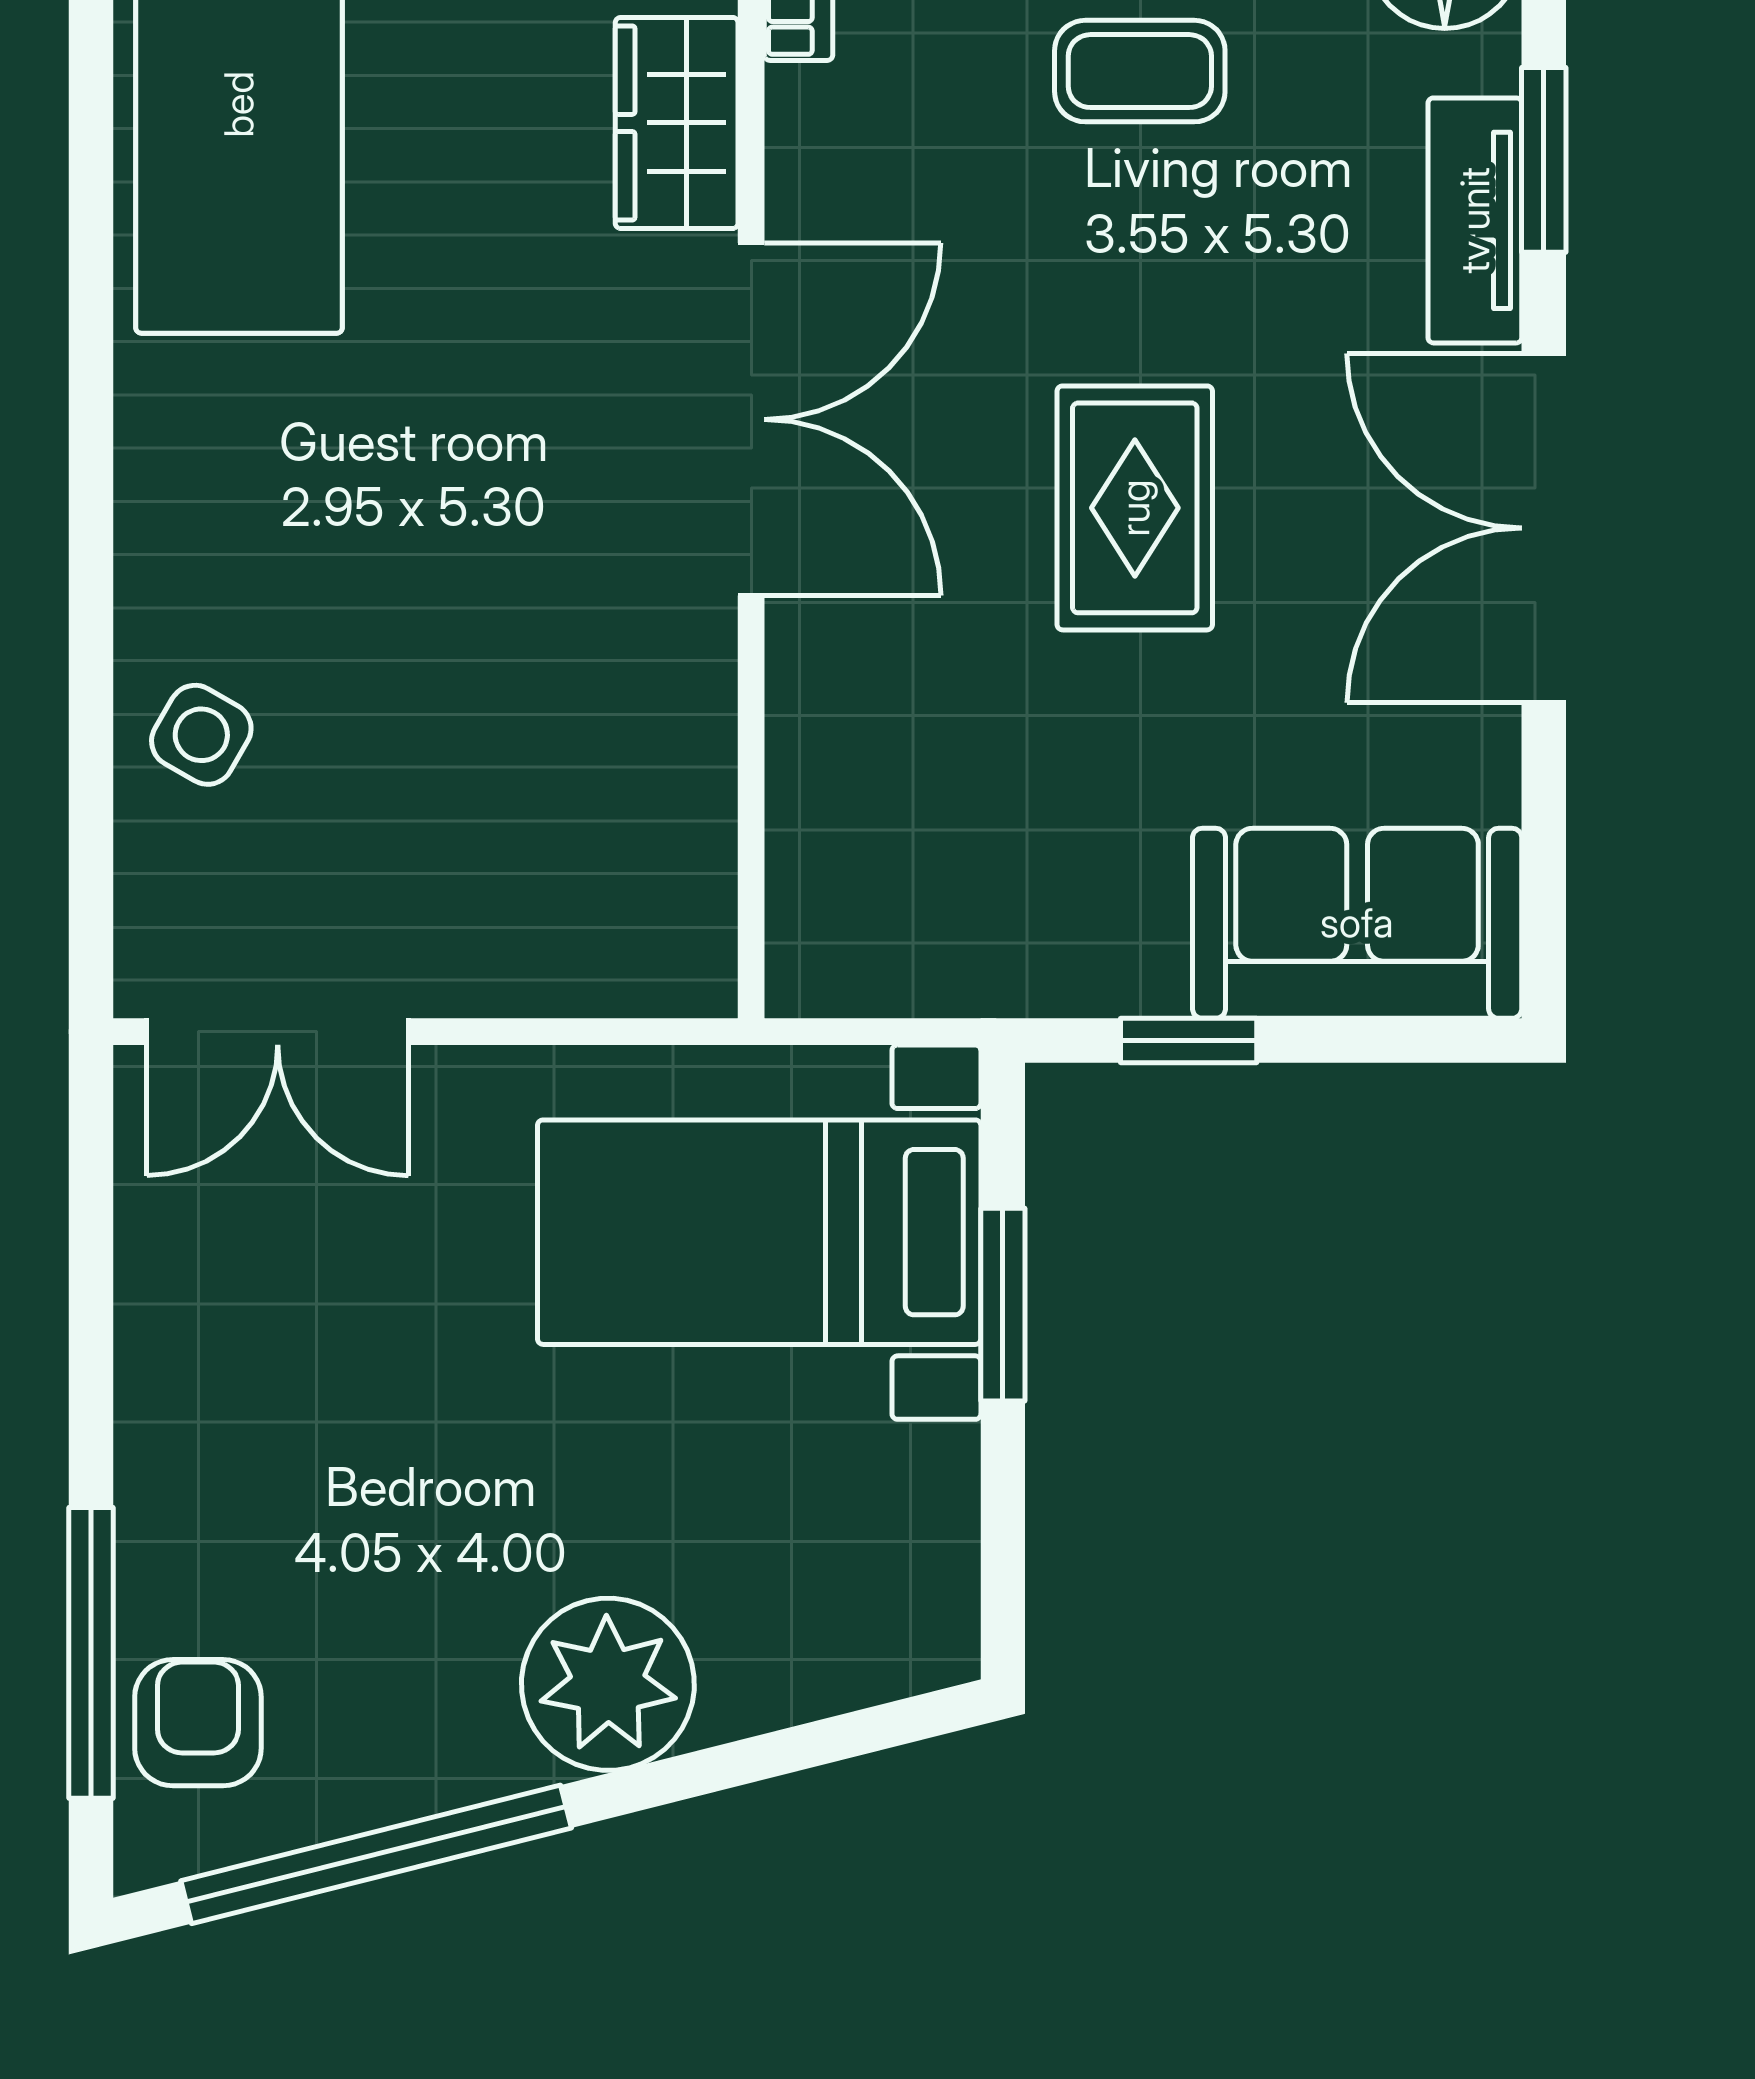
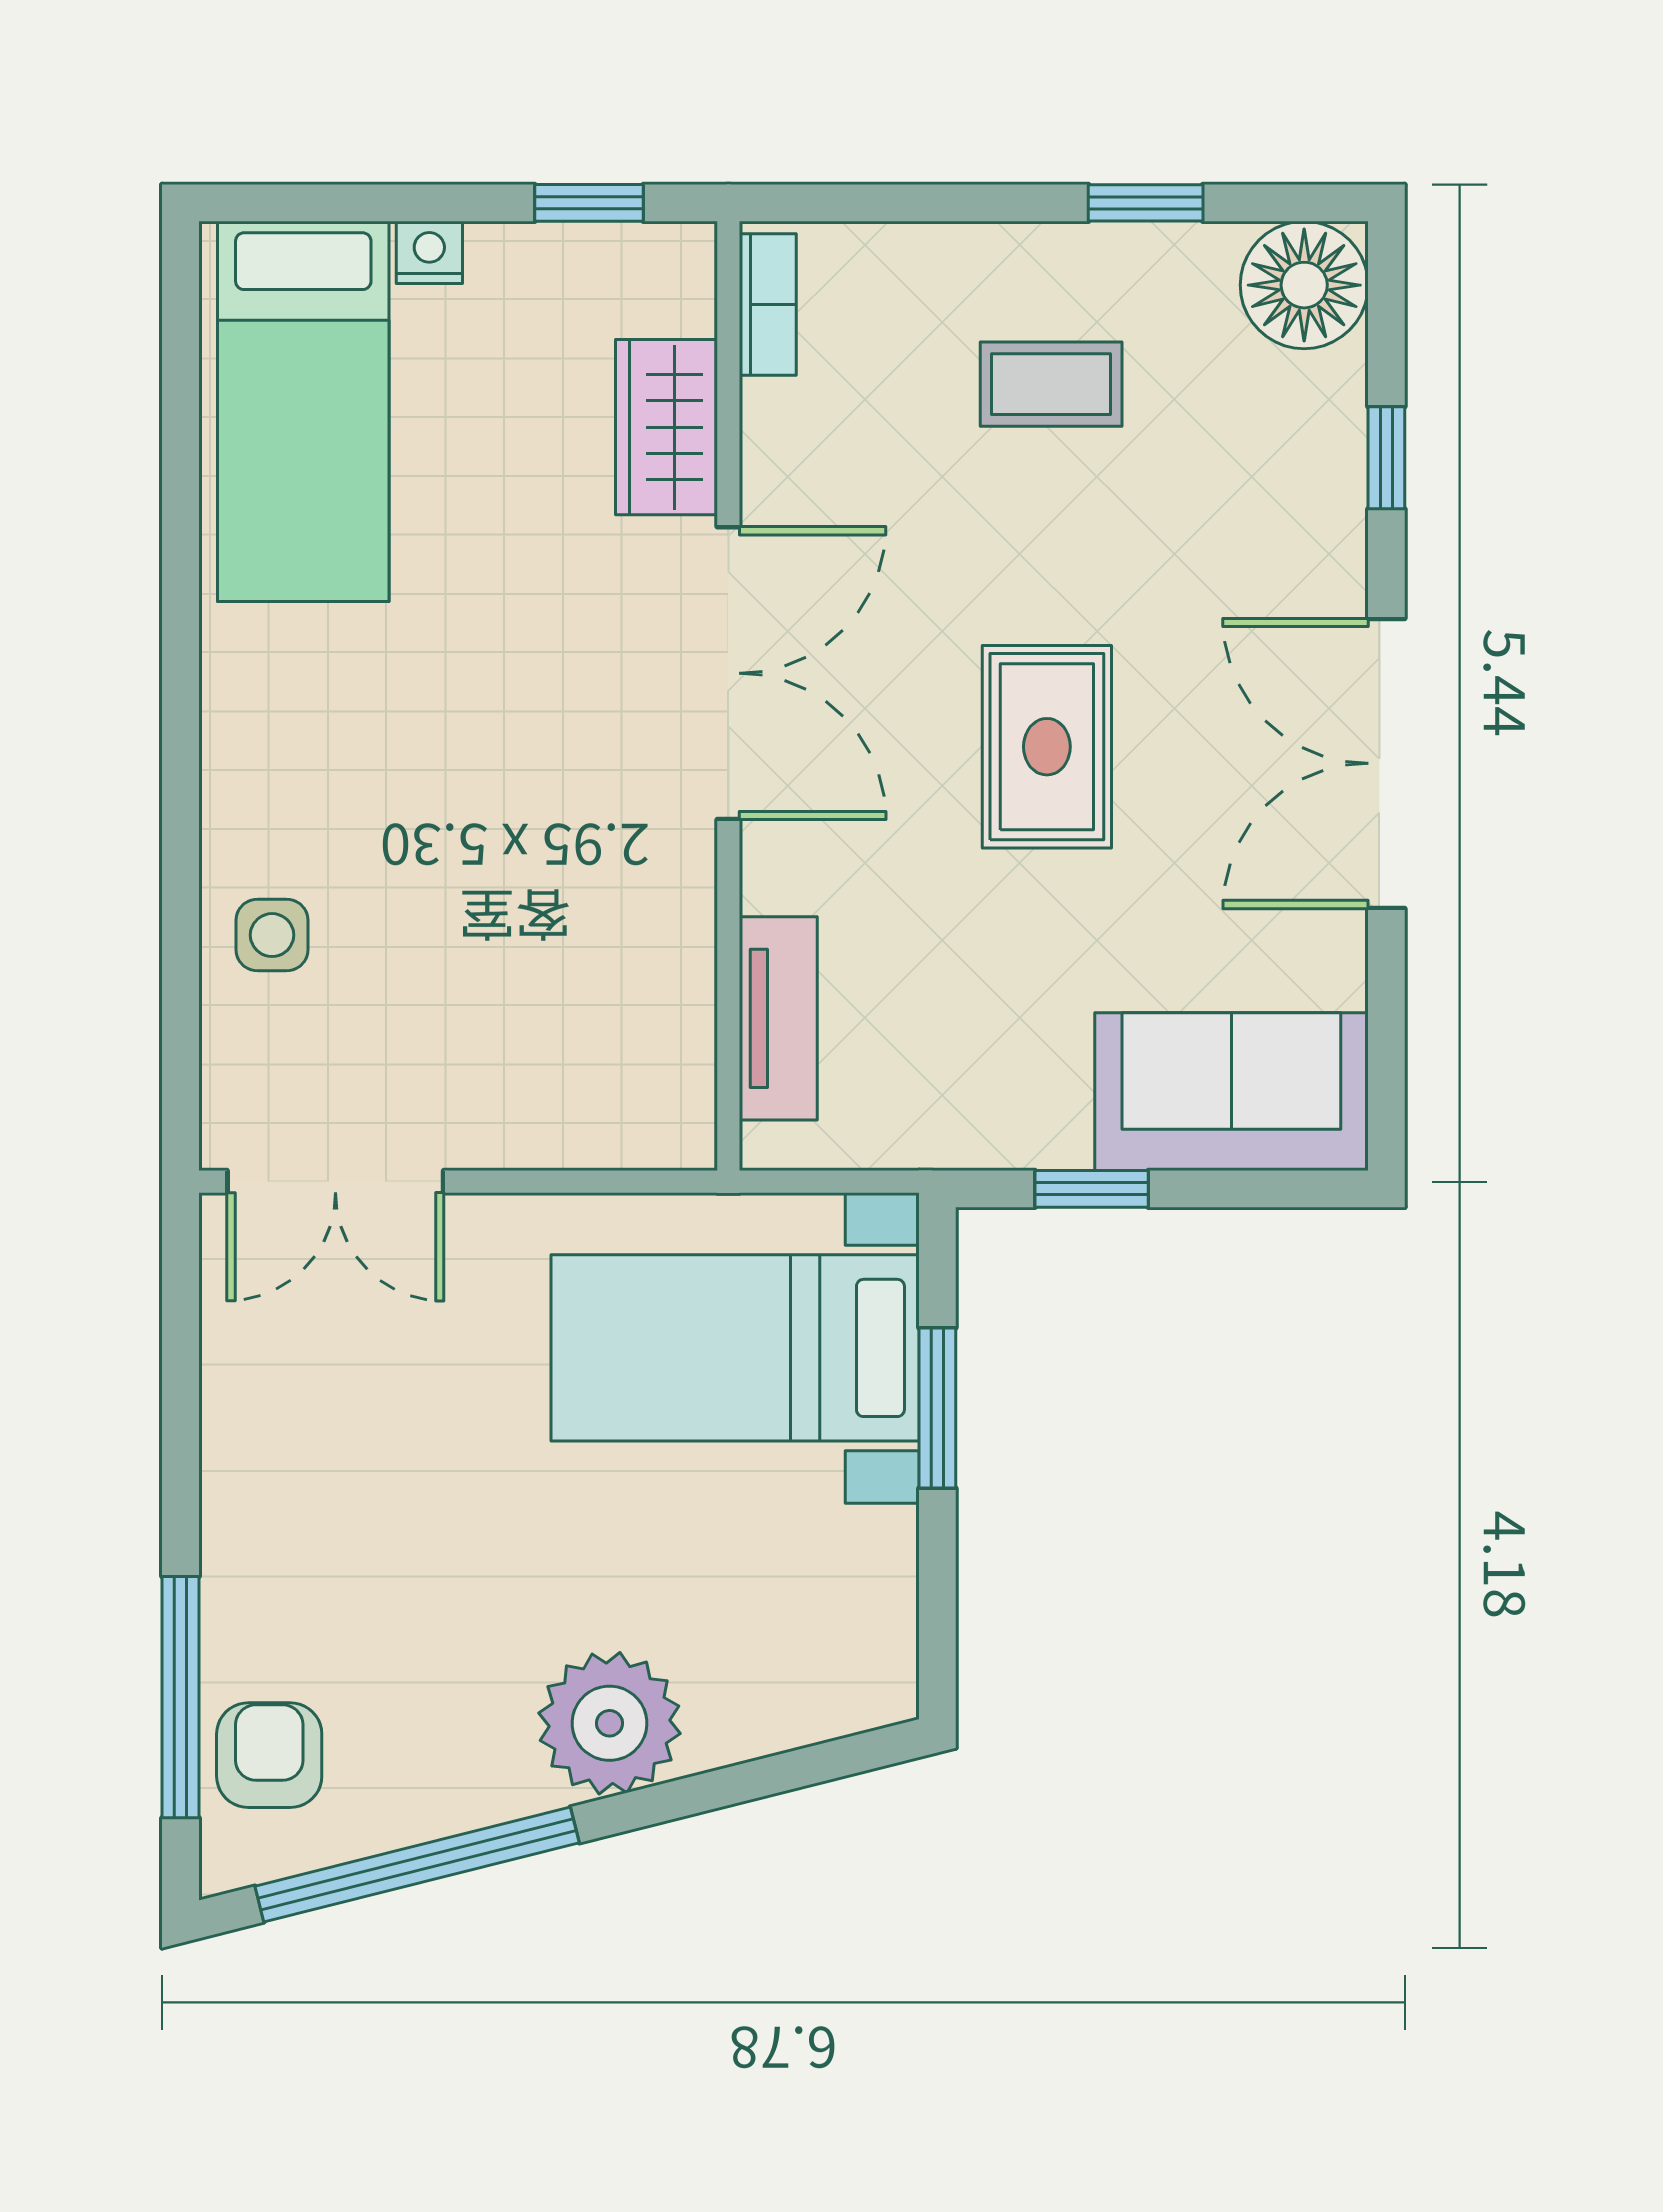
window: (1544, 160) -> (1386, 458), width x0.67
tv unit: (1475, 220) -> (778, 1018), moved, turned 180
side table: (201, 735) -> (272, 935), turned -30

